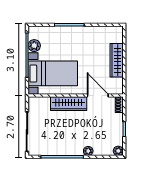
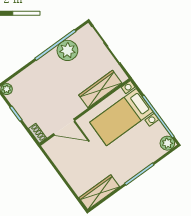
plant: (34, 46) -> (167, 143), moved
wardrobe: (117, 60) -> (99, 192), moved, turned -90
wardrobe: (69, 104) -> (100, 89), moved
plant: (88, 151) -> (67, 50), moved, width x1.88, depth x1.88

